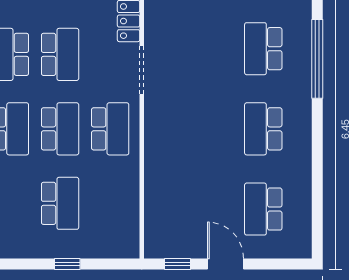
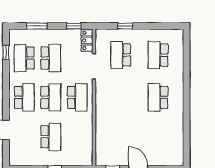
window: (317, 59) -> (187, 60), removed
school desk: (263, 209) -> (121, 55), moved

